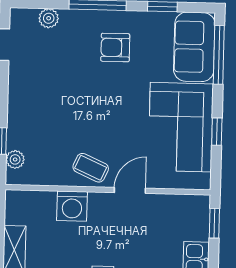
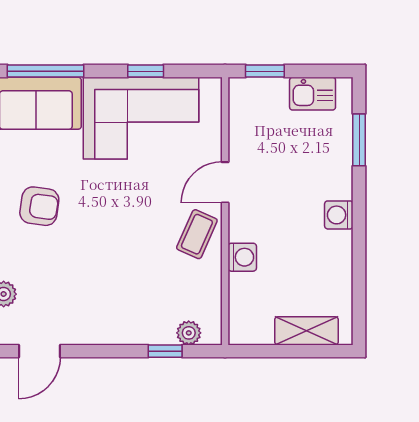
armchair: (115, 47) -> (39, 206), turned -82
door: (130, 190) -> (225, 182), hinge flipped
washing machine: (72, 206) -> (242, 257), width x0.73, depth x0.73

